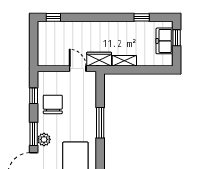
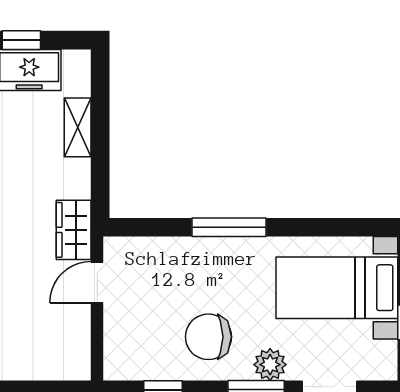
shelving: (124, 61) -> (78, 127), moved
chair: (53, 104) -> (208, 337), moved

